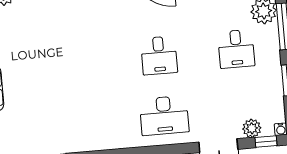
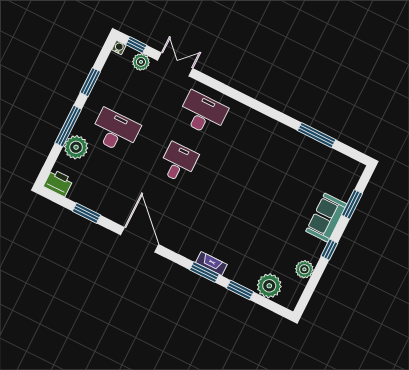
desk: (236, 49) -> (115, 131), width x1.37

